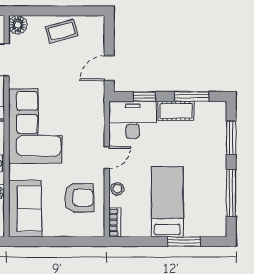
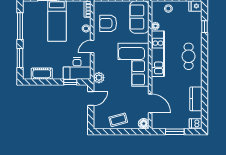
window: (192, 96) -> (43, 82), removed
plant: (95, 104) -> (99, 78), added
cot: (176, 111) -> (42, 74), moved

